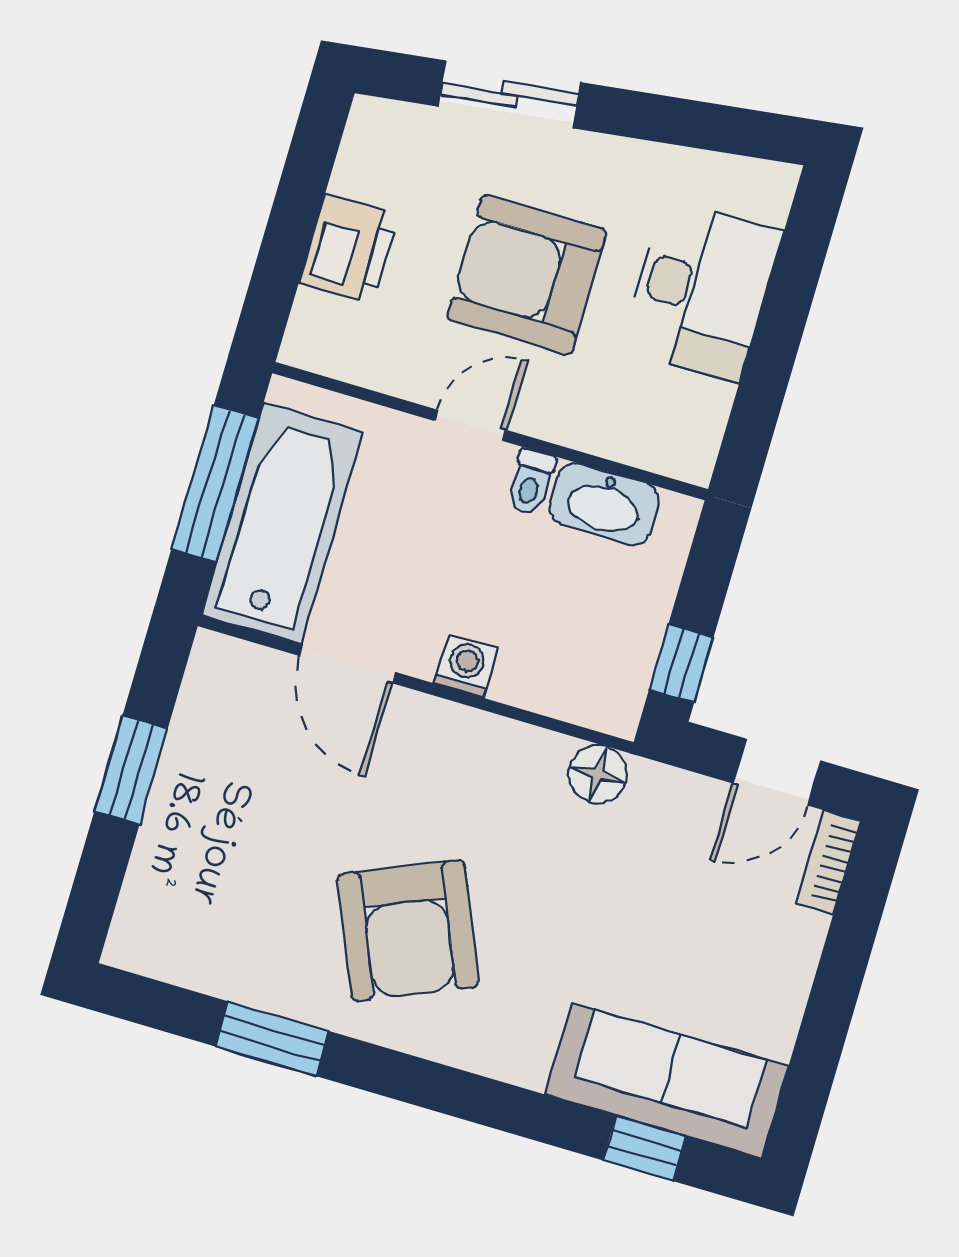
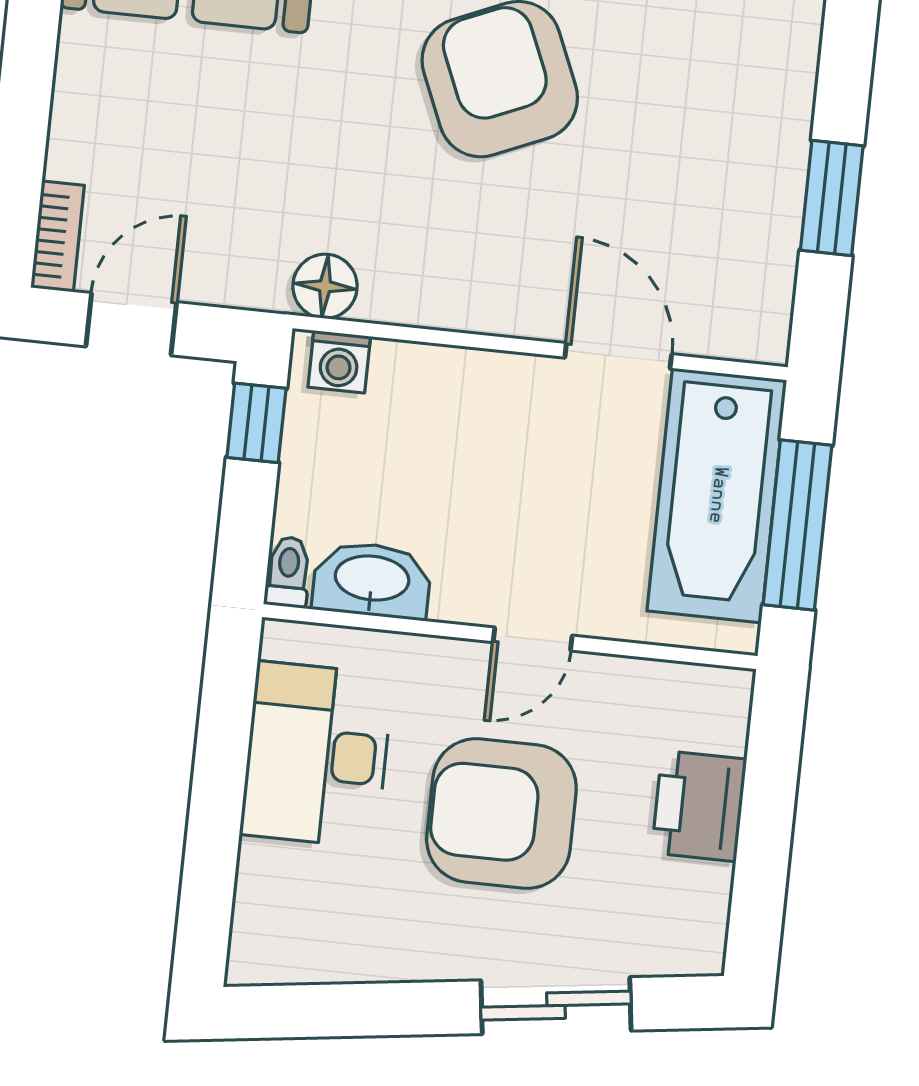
armchair: (527, 275) -> (501, 814), turned 180
desk: (702, 290) -> (317, 754), moved
toilet: (531, 482) -> (288, 572), moved
washing machine: (466, 666) -> (339, 362), moved

